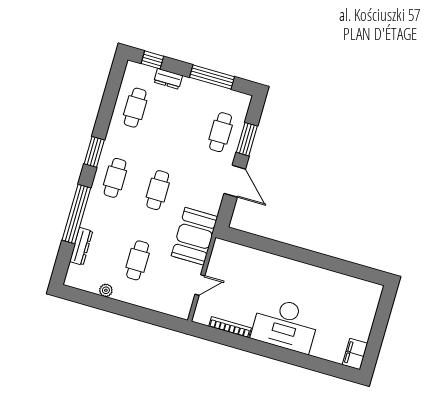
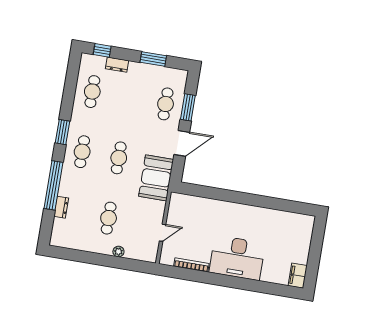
window: (212, 77) -> (153, 59), width x0.69
door: (235, 181) -> (182, 143), hinge flipped
booth: (195, 236) -> (156, 178), moved
dresser: (81, 246) -> (61, 207), width x0.70
plant: (106, 290) -> (118, 252), moved

